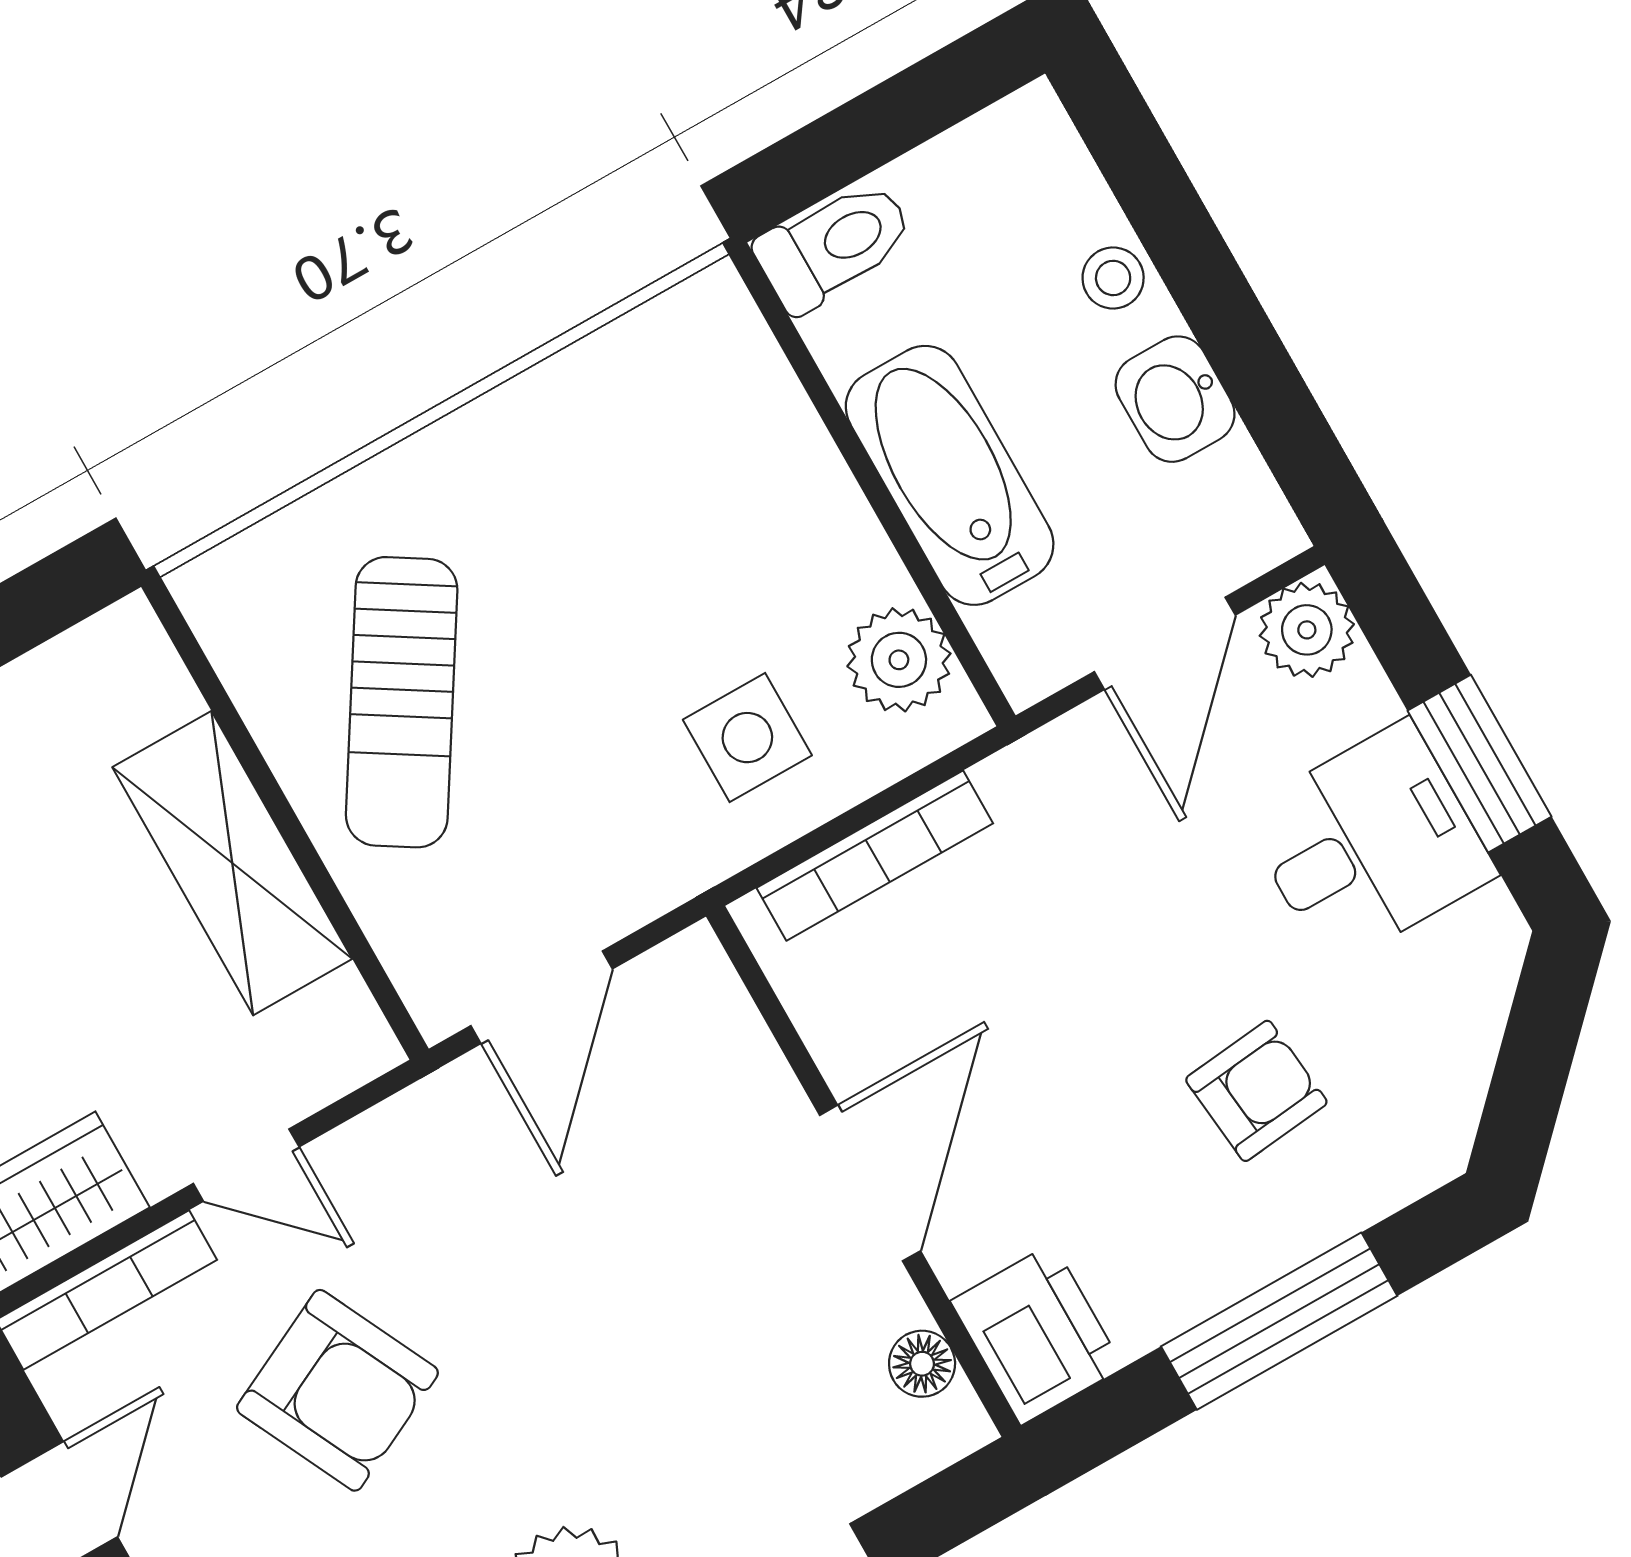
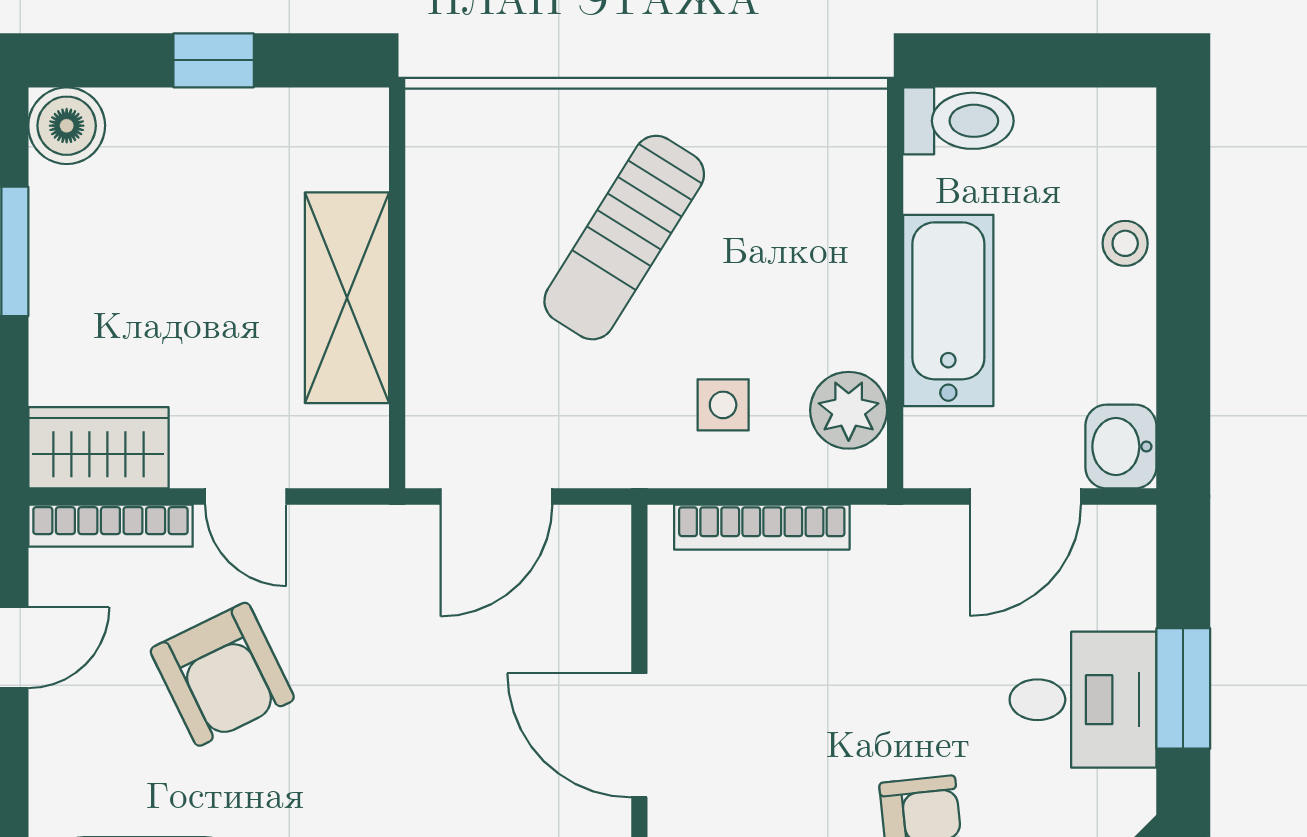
washbasin: (1175, 399) -> (1121, 447), moved
plant: (1307, 630) -> (1121, 540), removed
sun lounger: (402, 702) -> (624, 238), moved
side table: (747, 738) -> (723, 405), width x0.73, depth x0.73
door: (870, 1183) -> (639, 735), swing flipped

